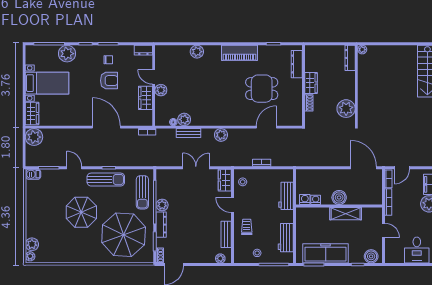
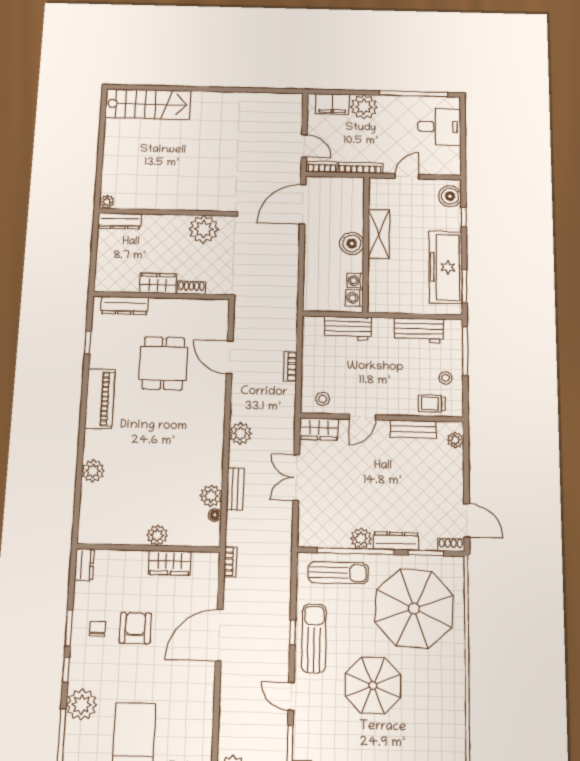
door: (154, 77) -> (133, 548), removed
door: (74, 168) -> (291, 696), hinge flipped
trolley: (247, 227) -> (432, 404), moved

